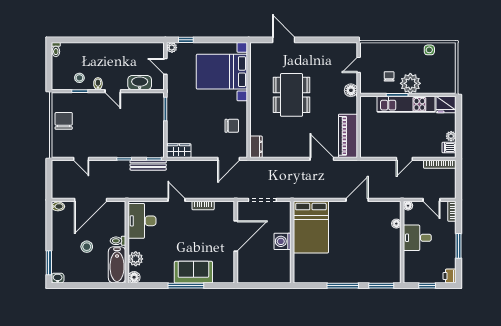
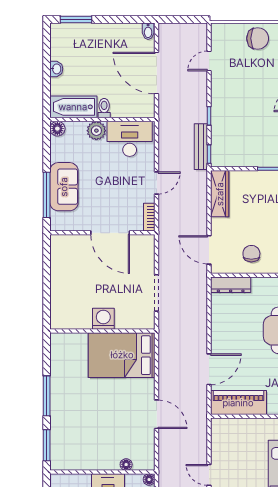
chair: (232, 126) -> (251, 254), turned 180
dresser: (256, 147) -> (231, 285), width x1.44
wardrobe: (179, 151) -> (220, 194), width x1.50
door: (236, 236) -> (110, 233), moved
wall: (236, 242) -> (102, 233), moved
stool: (87, 247) -> (97, 68), removed
plant: (136, 259) -> (96, 131), moved
sofa: (193, 272) -> (64, 187), moved
washbasin: (58, 278) -> (56, 69), moved

